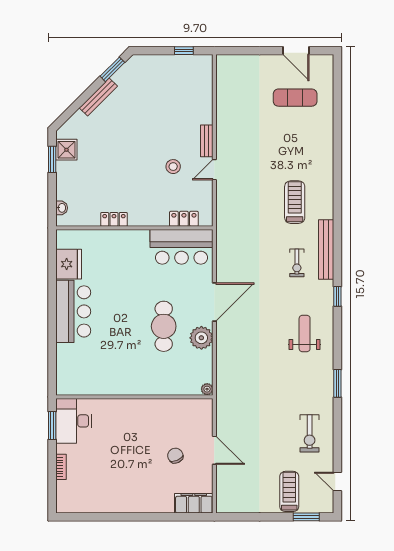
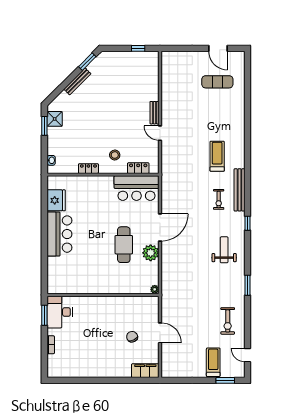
stool: (173, 167) -> (115, 155), moved
door: (214, 170) -> (160, 133), hinge flipped

